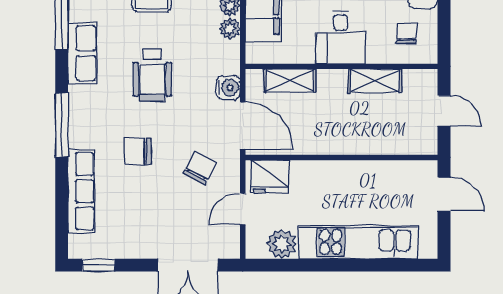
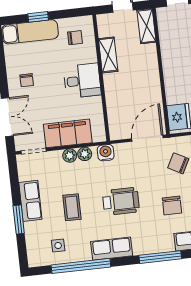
chair: (406, 34) -> (75, 38), turned 180
shelving: (290, 80) -> (146, 26), moved
water cooler: (228, 88) -> (106, 153), moved

